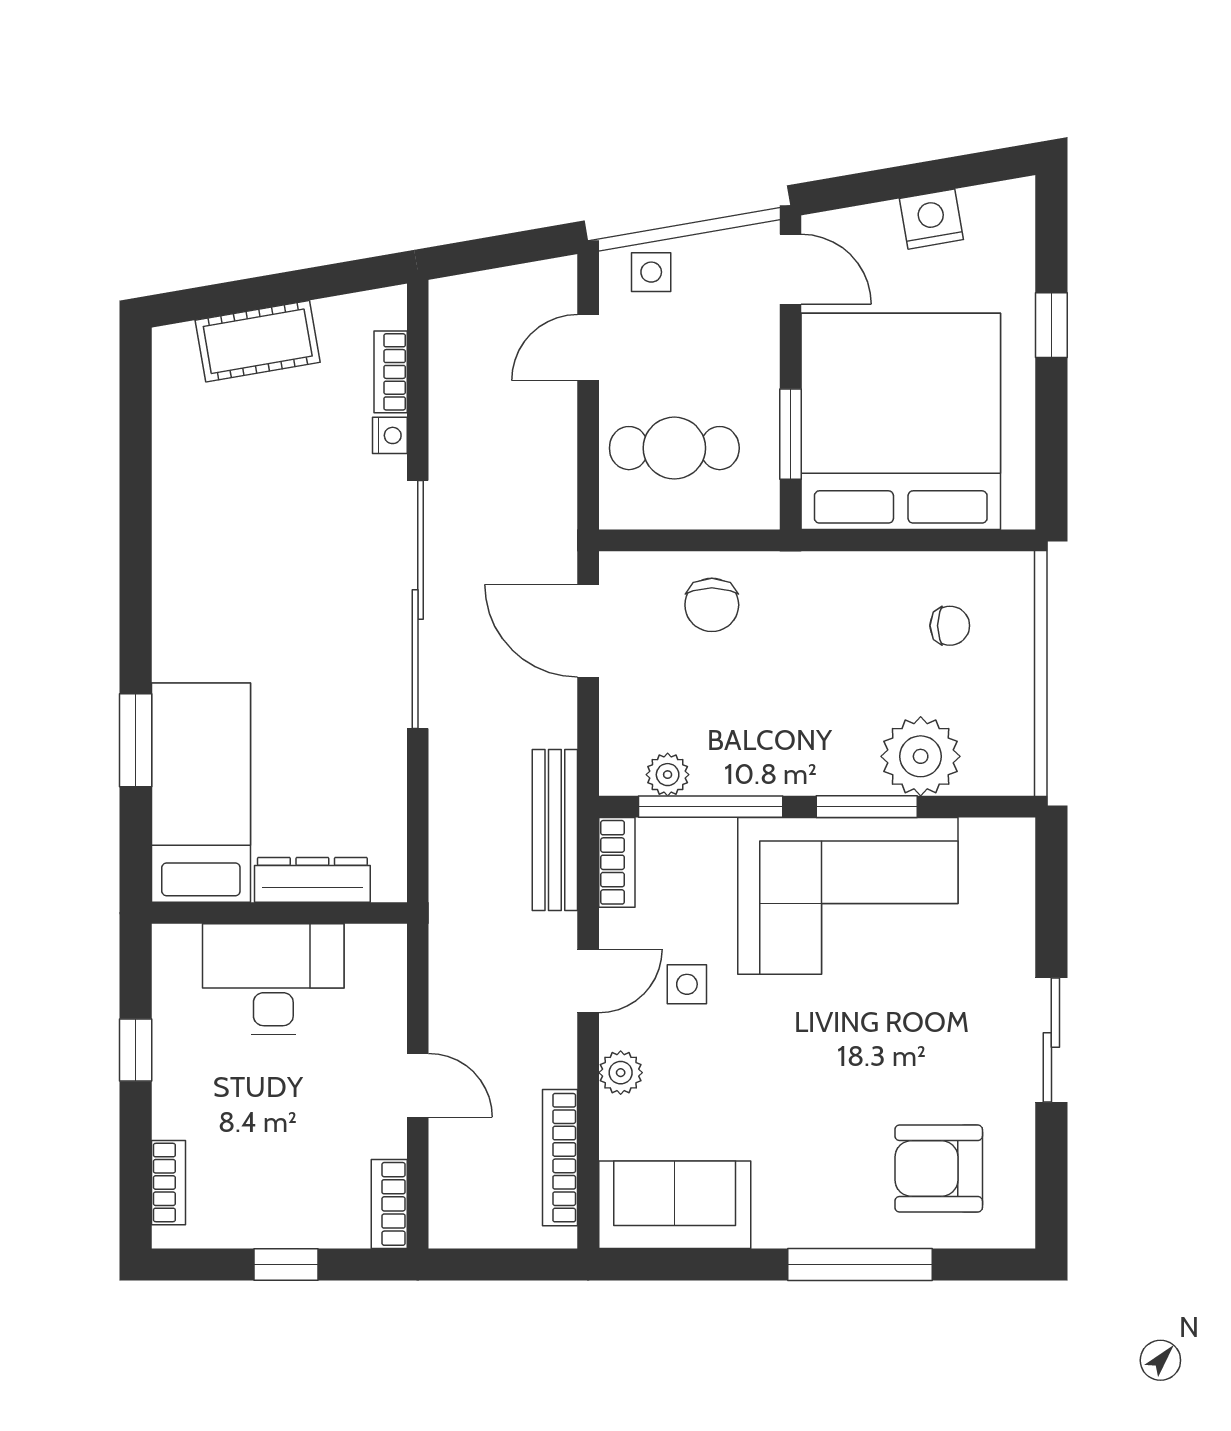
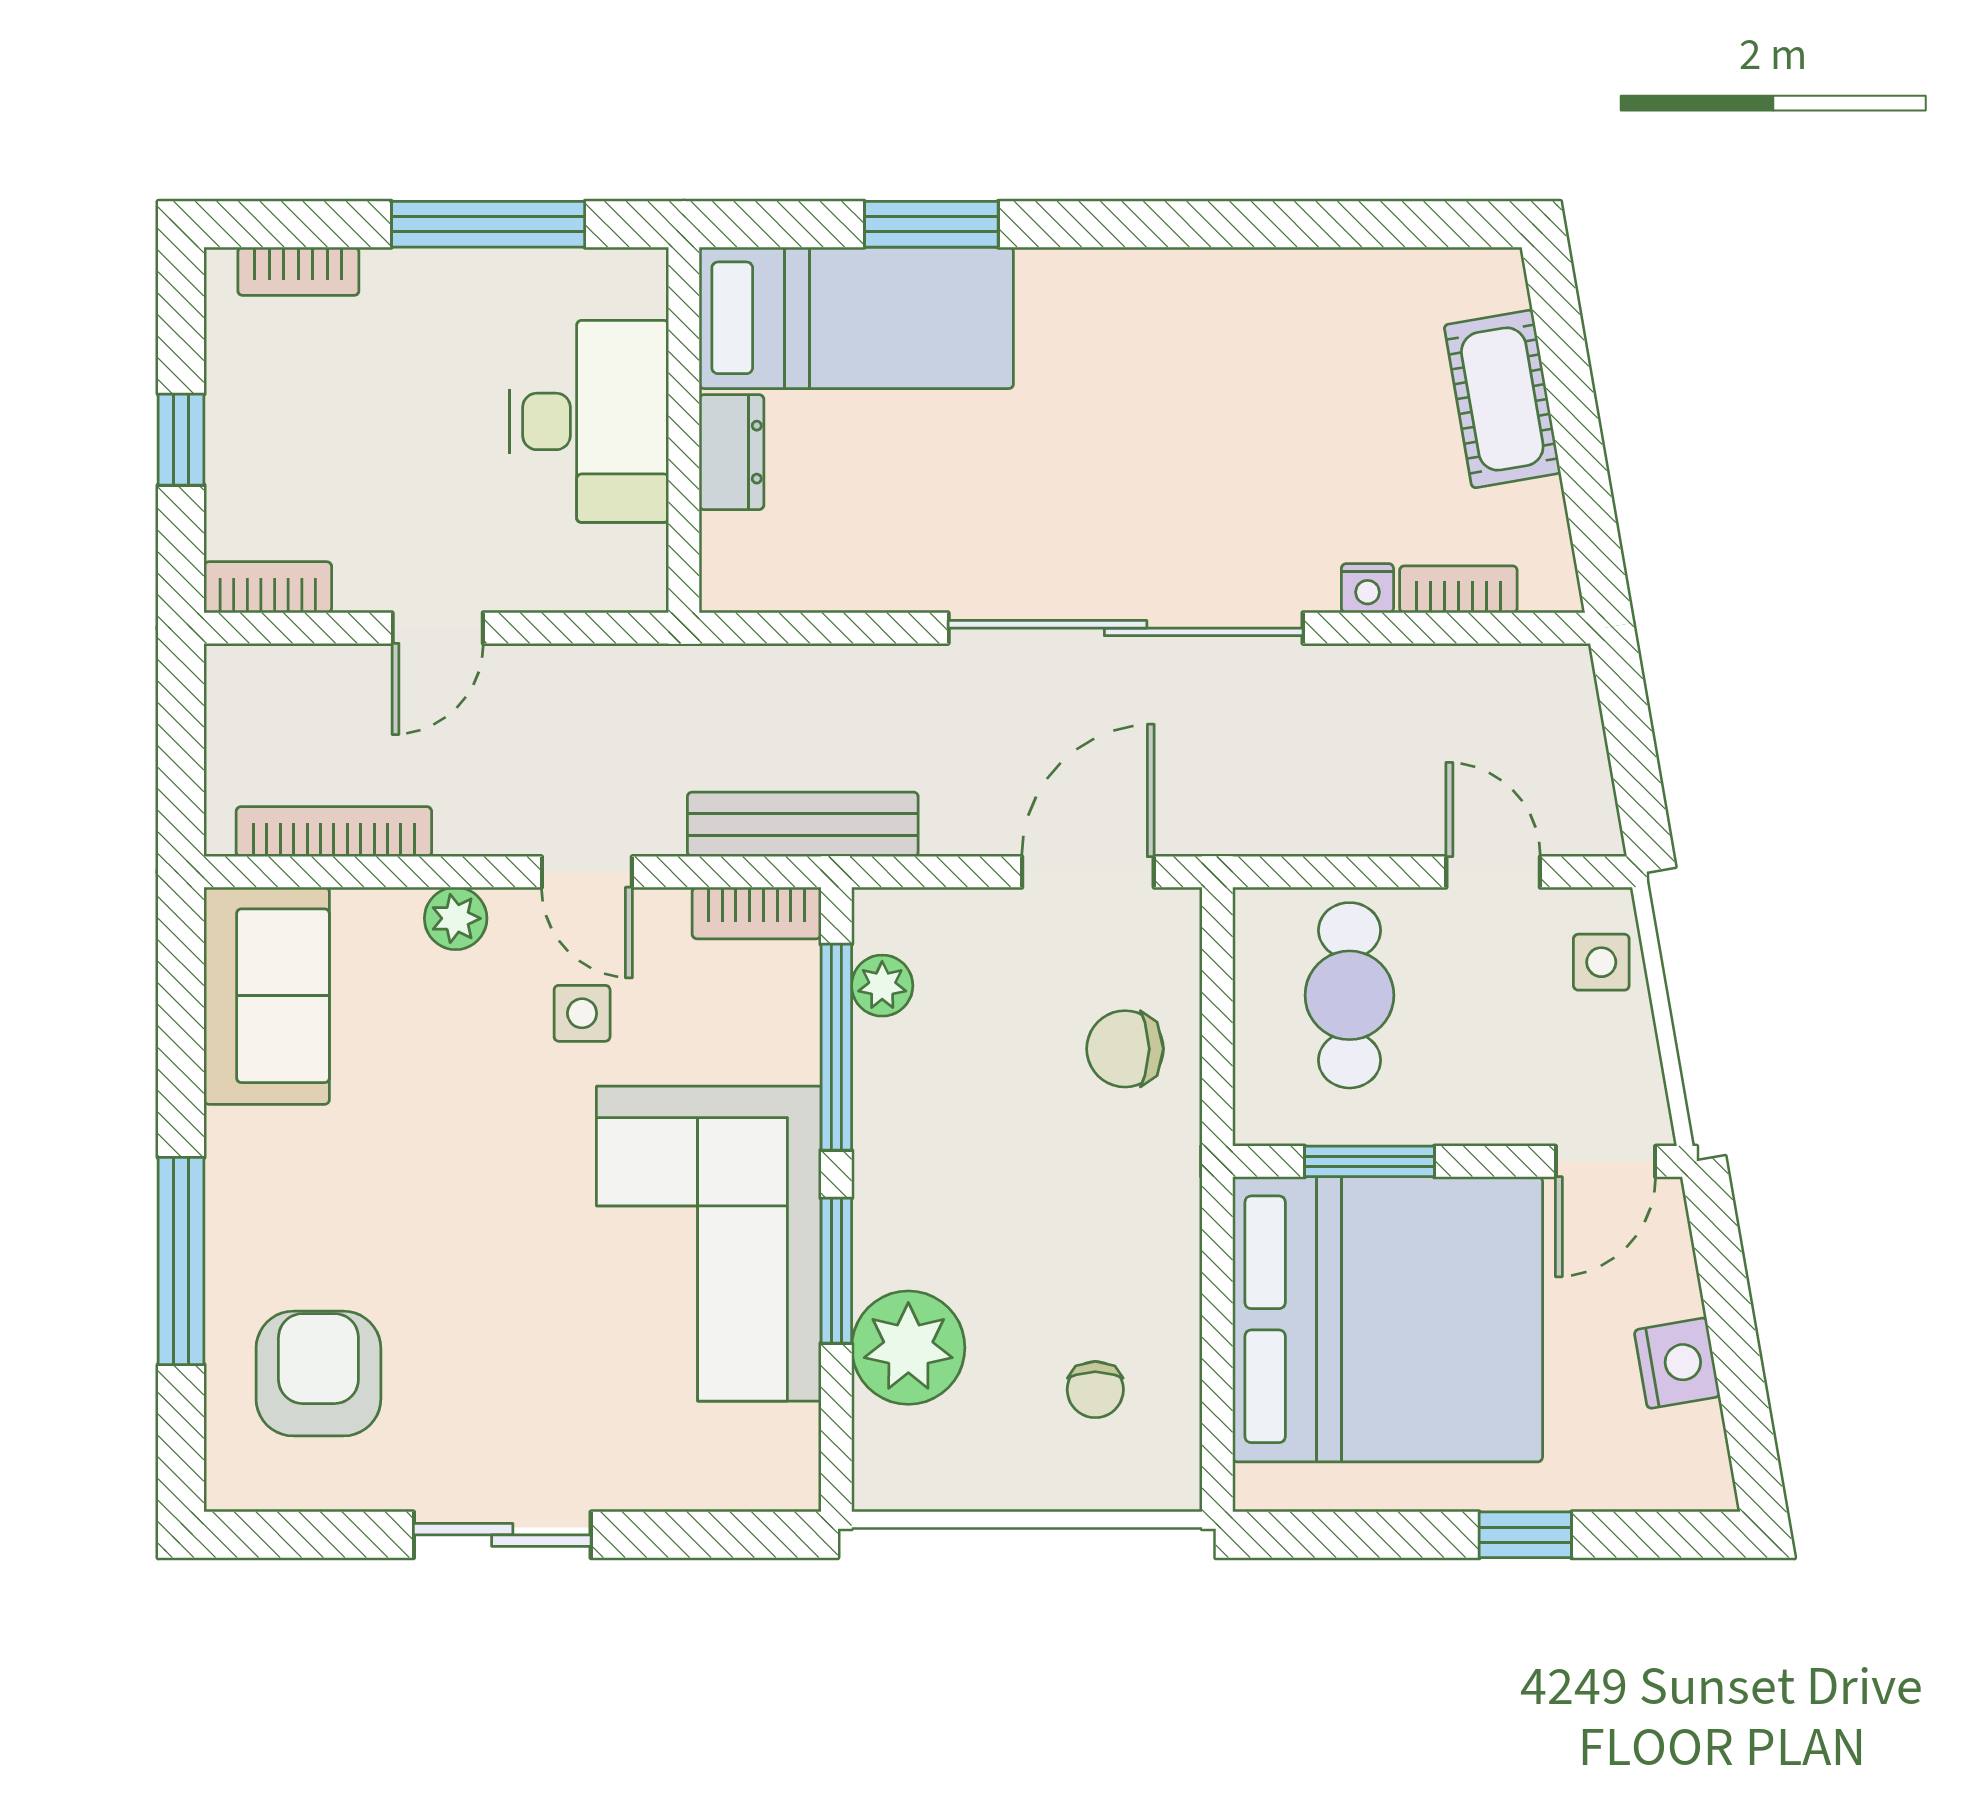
dresser: (312, 880) -> (732, 452), width x0.70
window: (136, 1050) -> (488, 224), width x2.17

